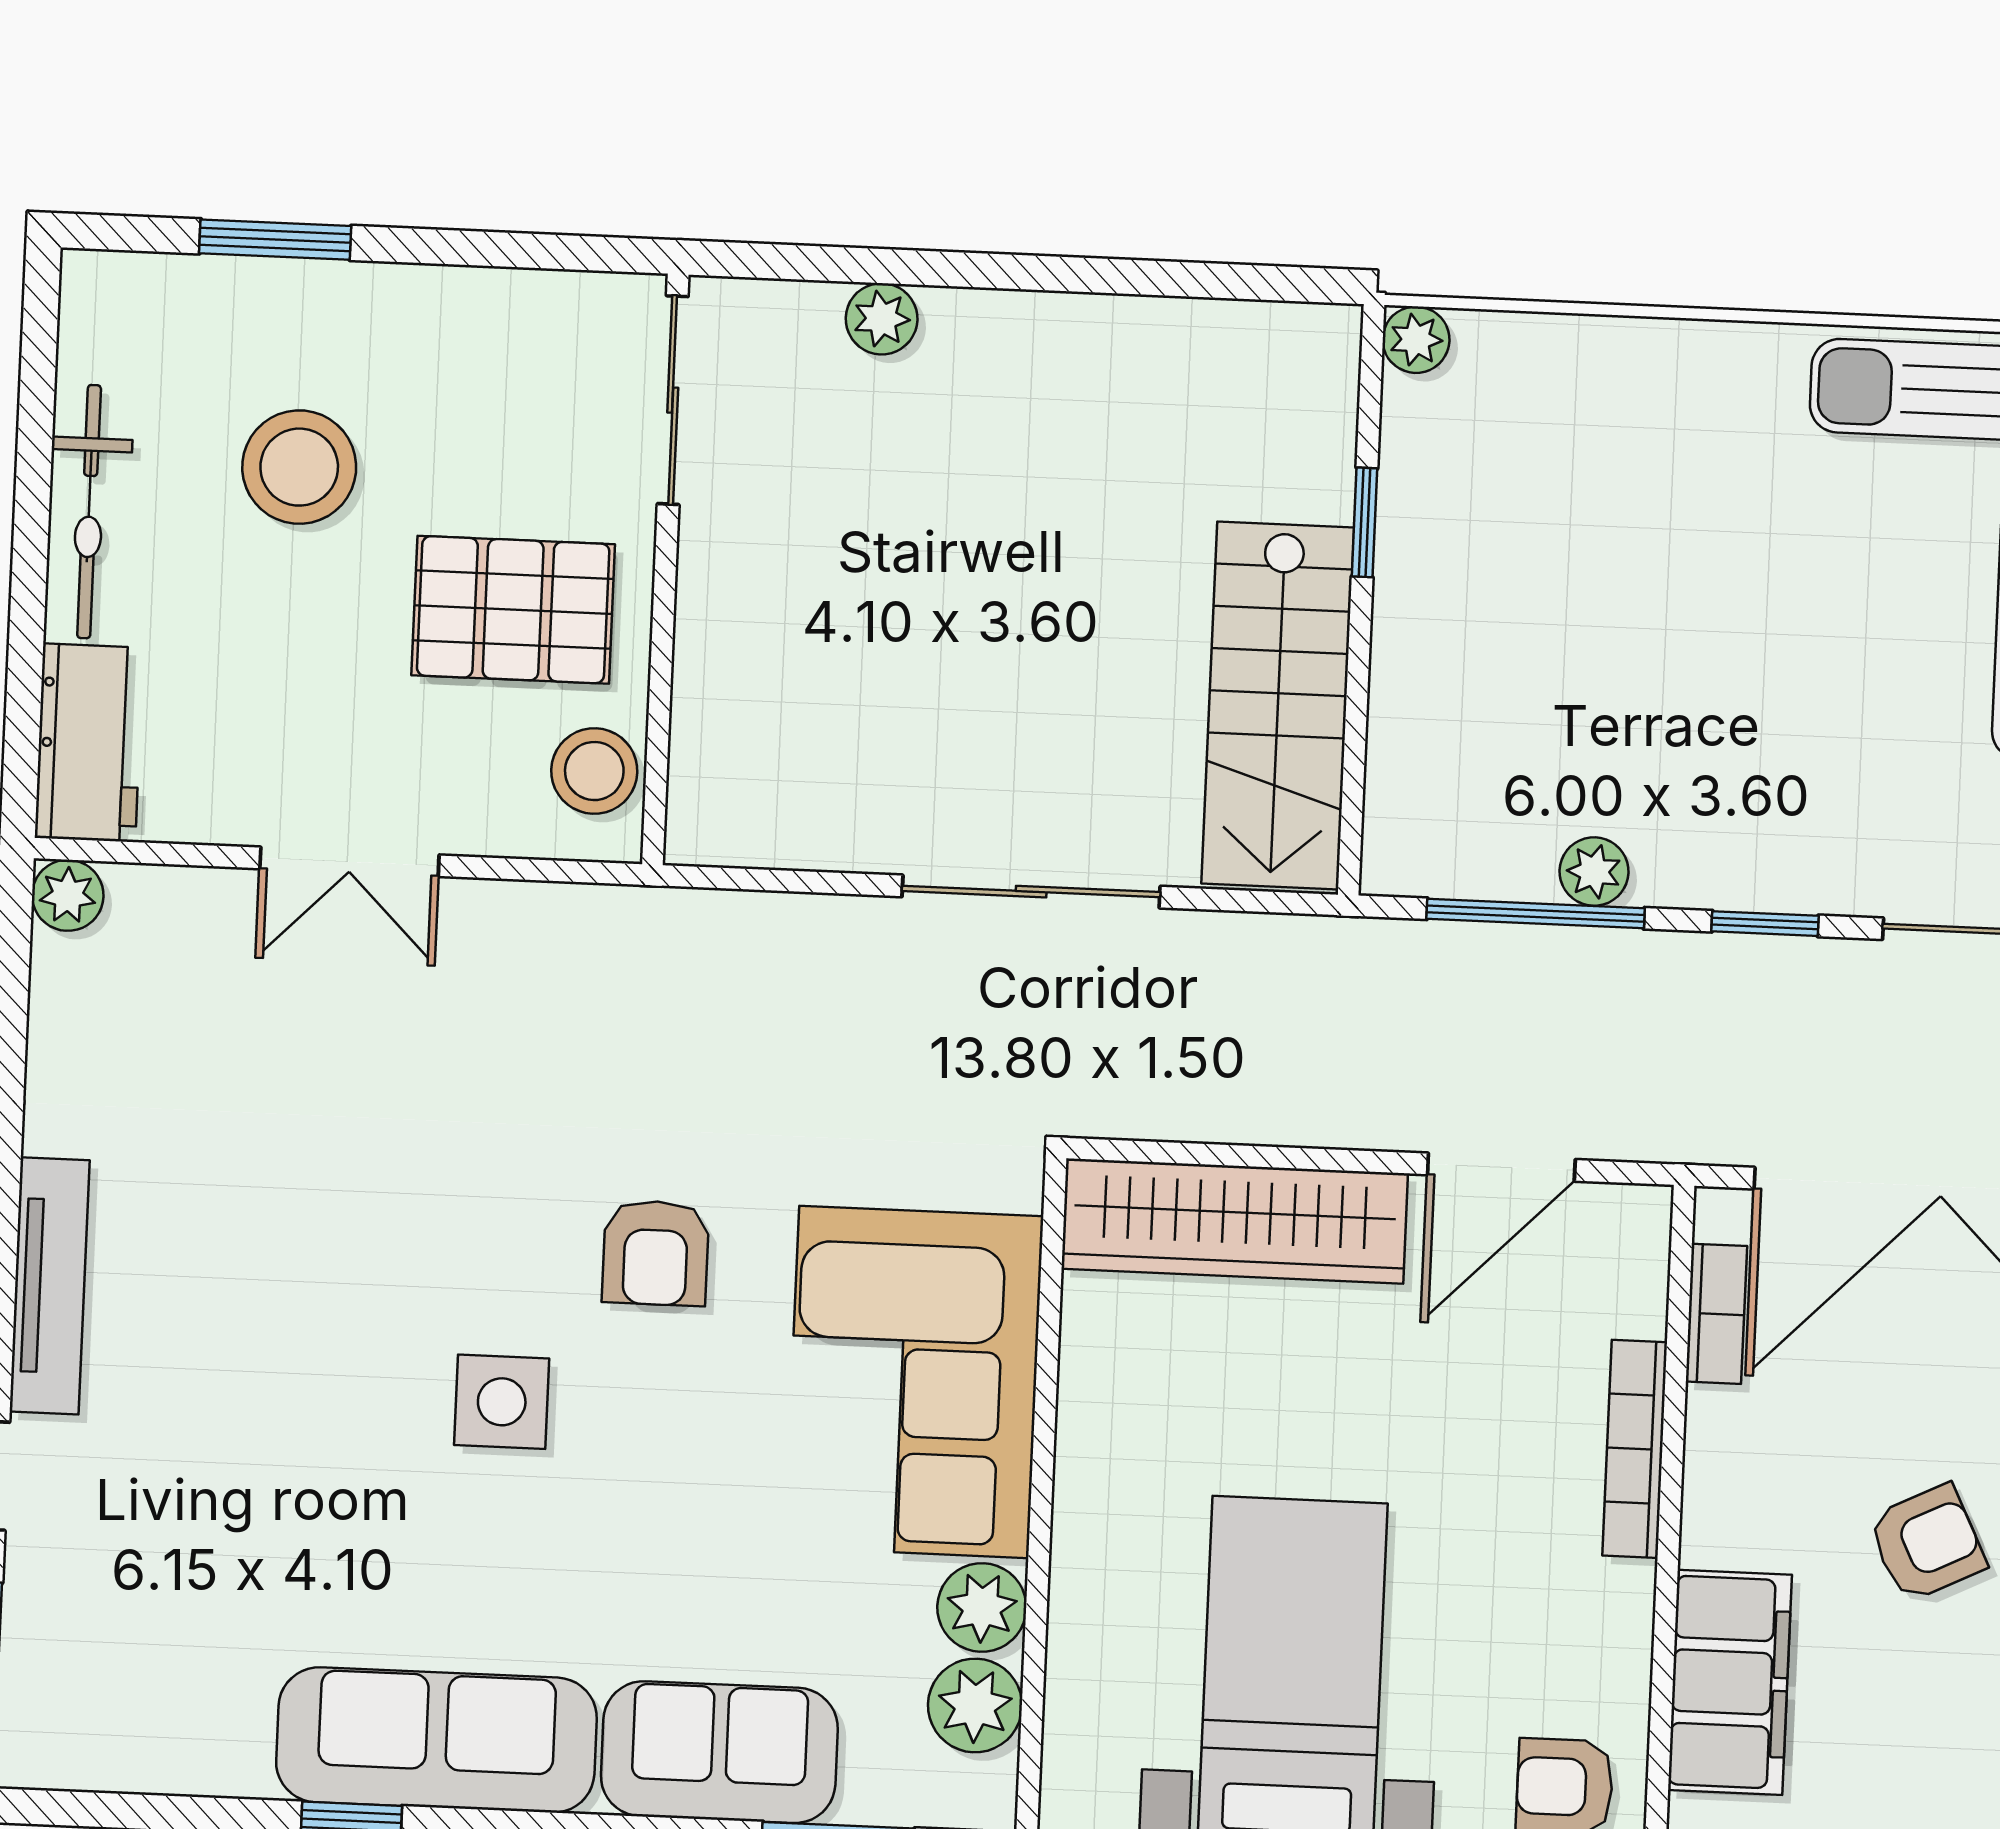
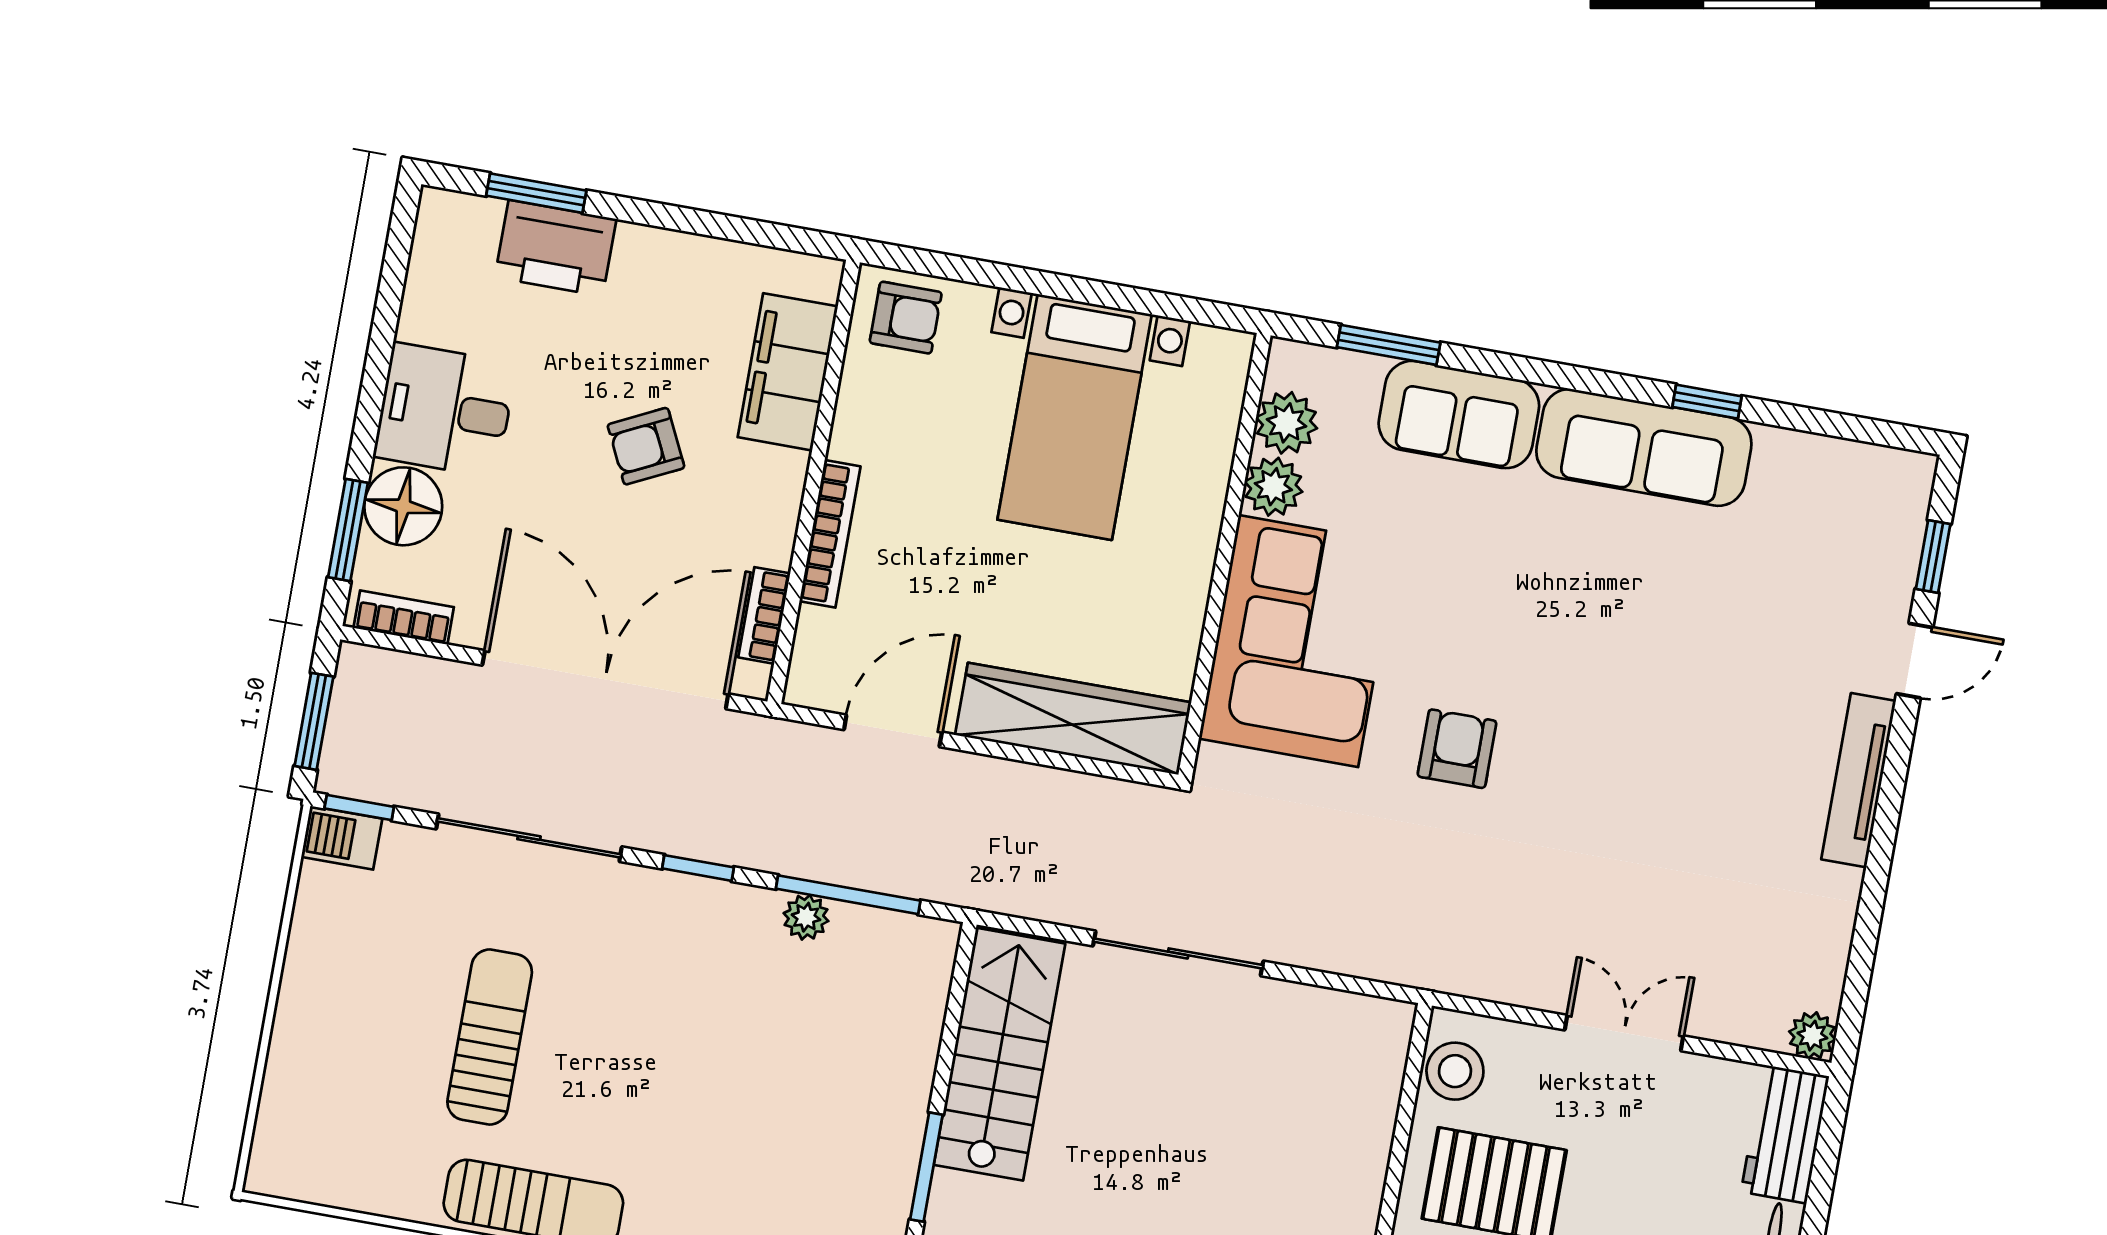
window: (1364, 522) -> (926, 1167), width x1.50
side table: (502, 1402) -> (1571, 664), removed

